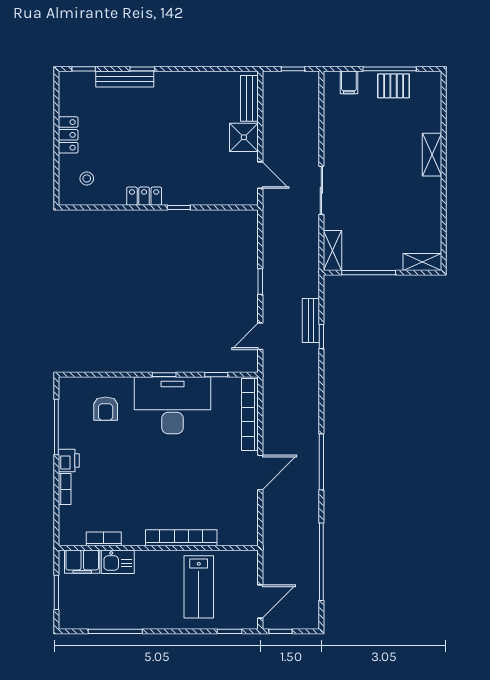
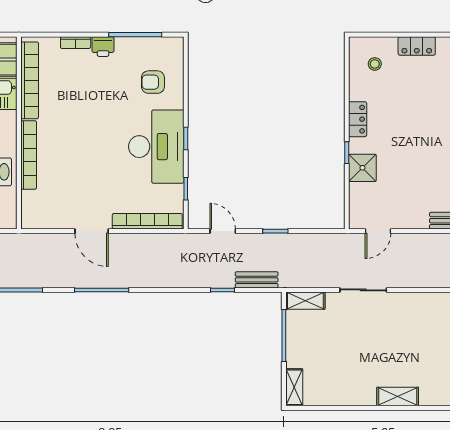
shower: (244, 137) -> (362, 168), moved
bench: (311, 320) -> (257, 280), moved
bookcase: (104, 539) -> (30, 80), width x2.31, depth x1.31

